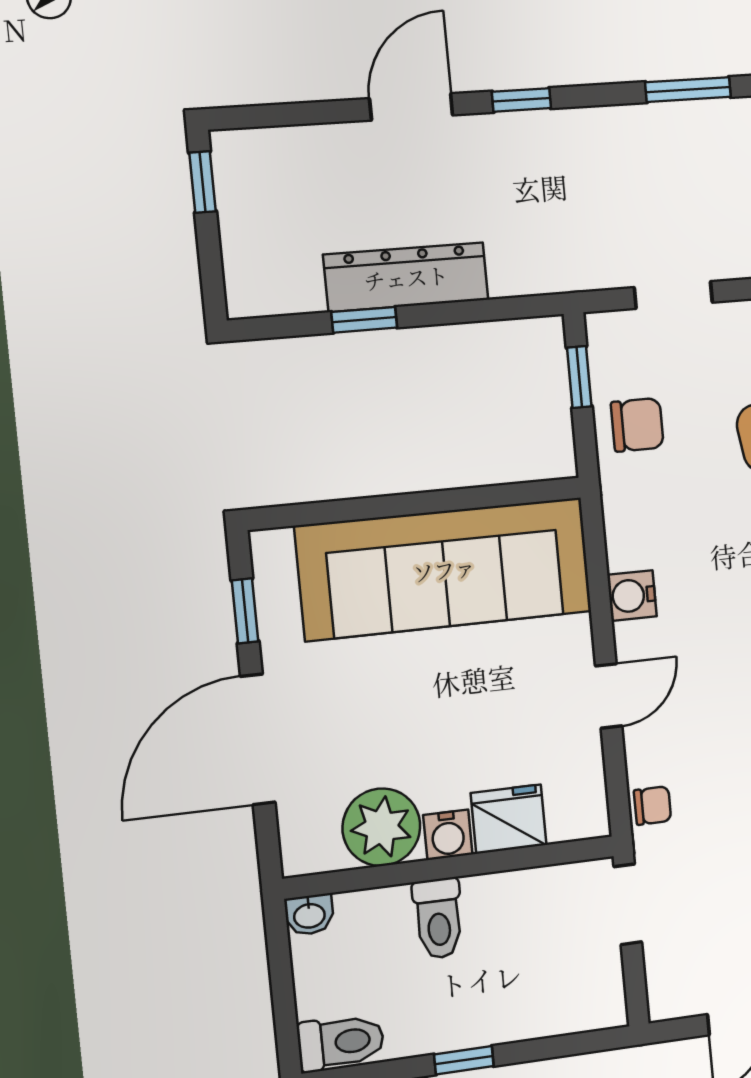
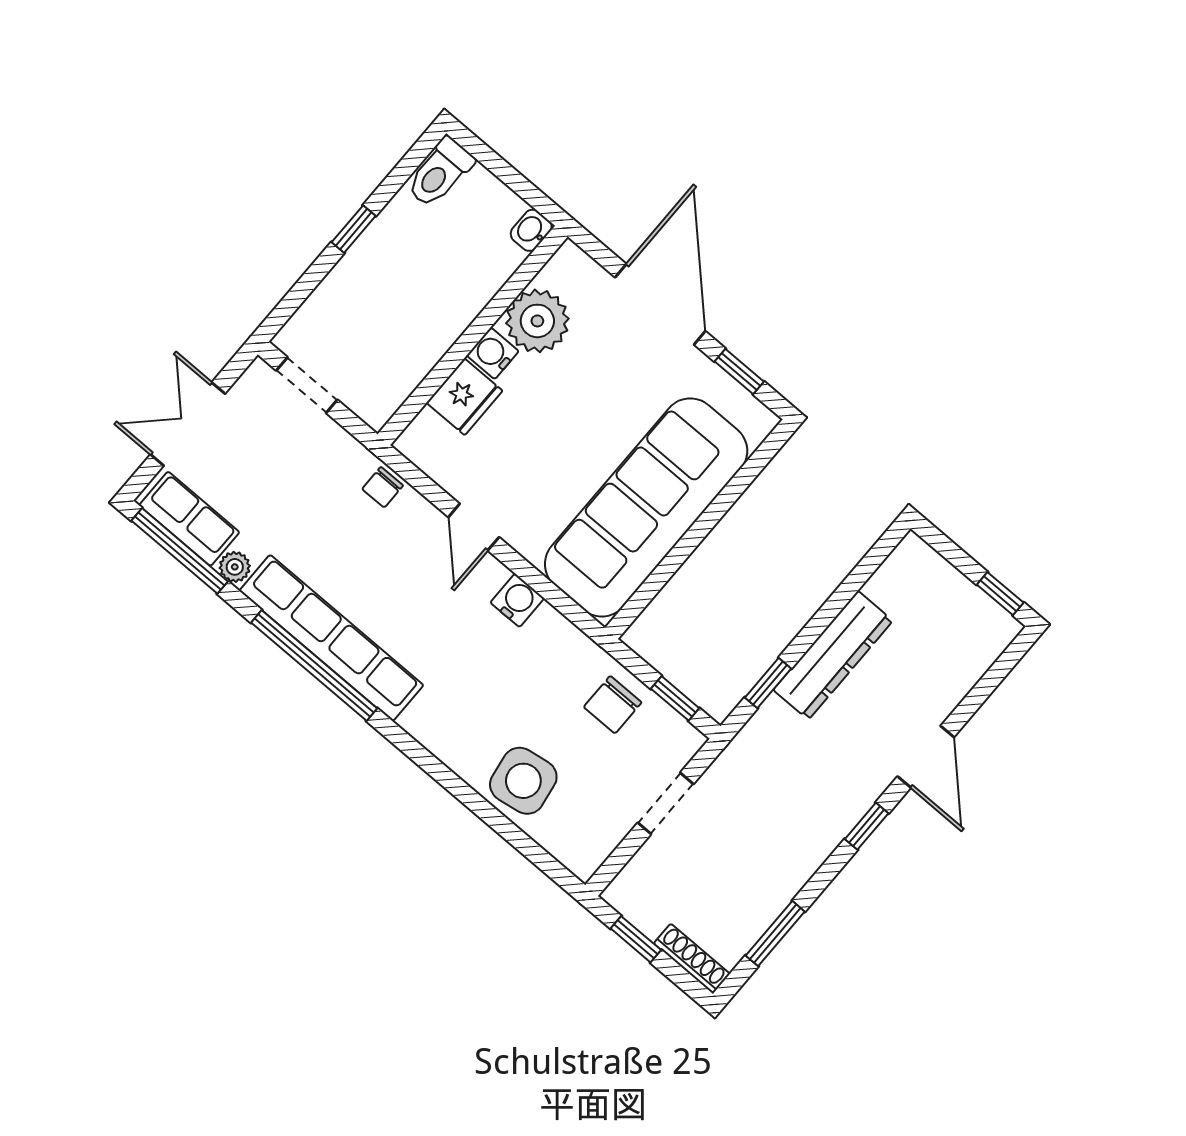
window: (364, 320) -> (768, 683), moved
doorway: (628, 904) -> (307, 385), moved
toilet: (438, 918) -> (451, 299), removed

